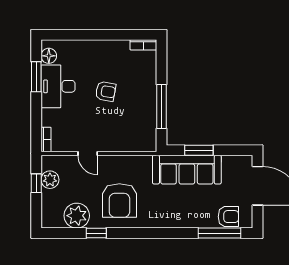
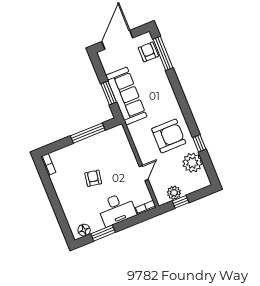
desk: (58, 86) -> (117, 209), moved

